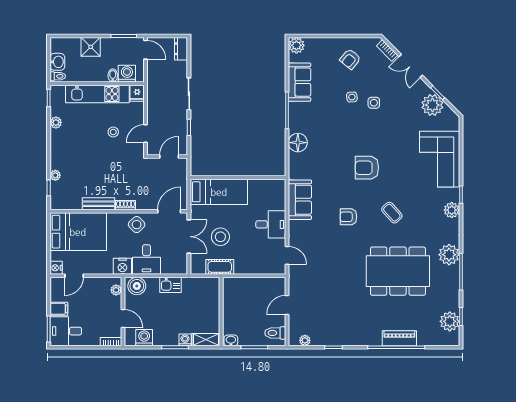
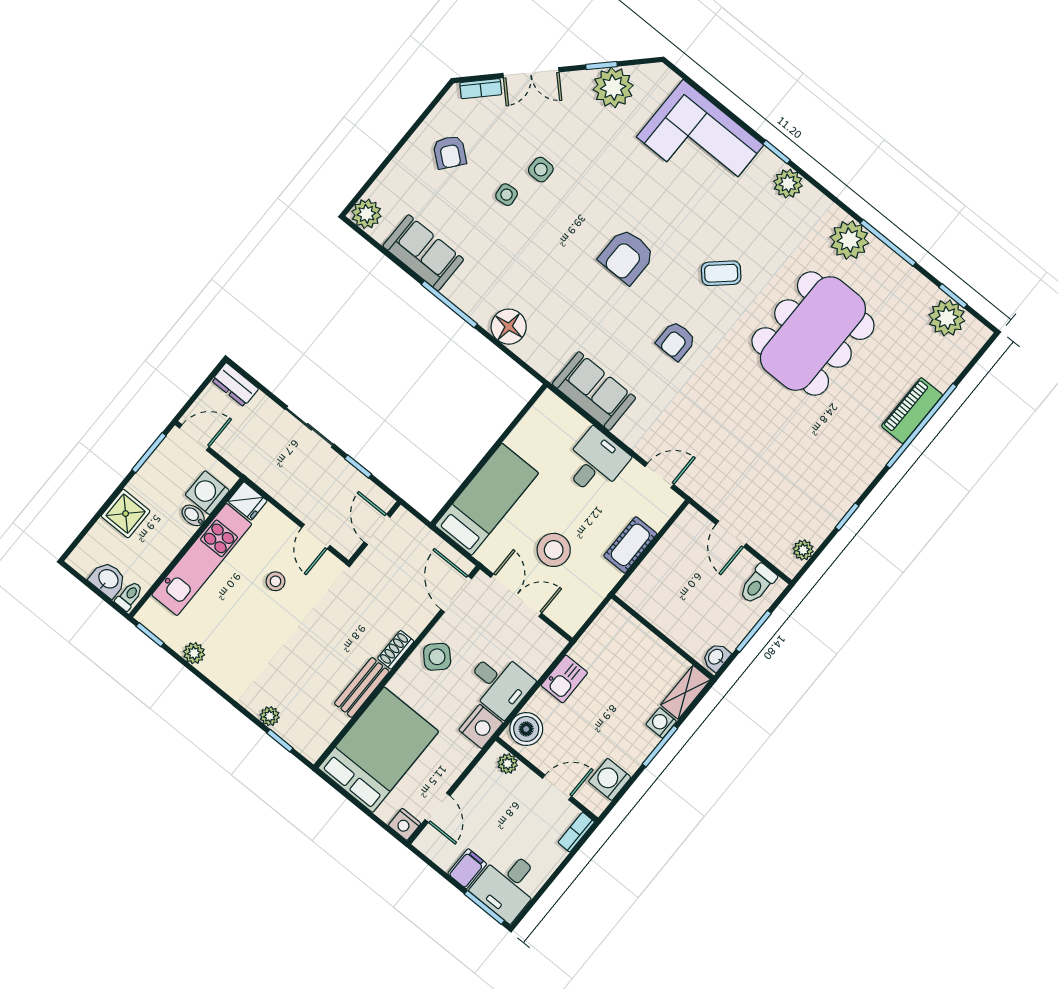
cot: (220, 267) -> (630, 545), moved

